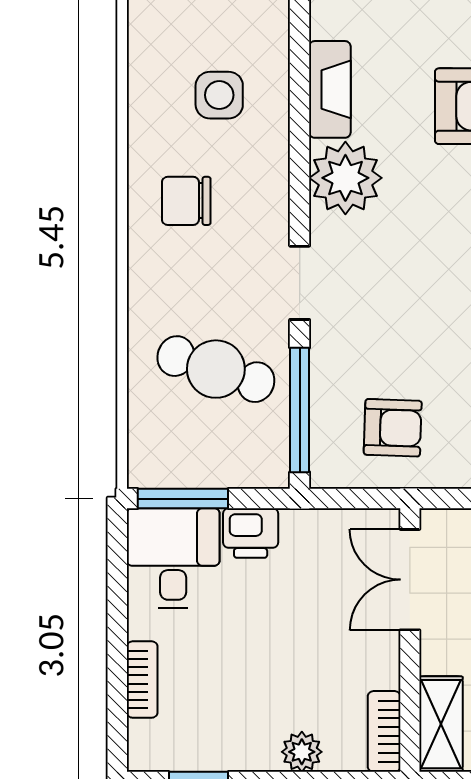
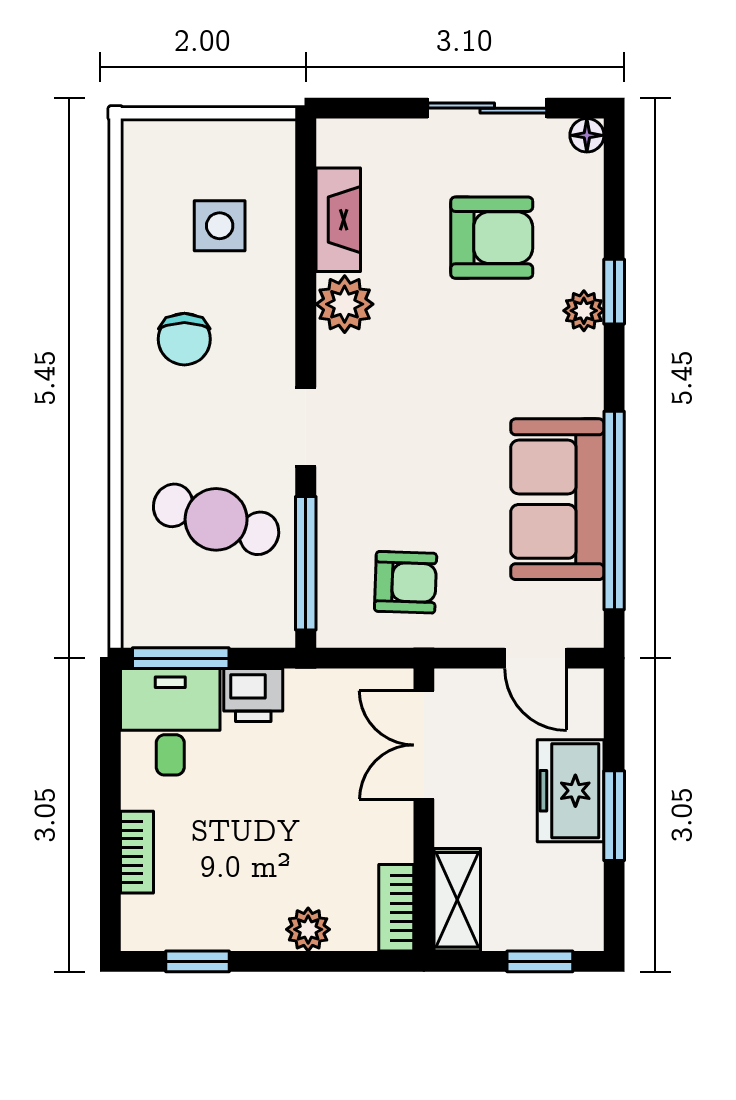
plant: (345, 178) -> (345, 304), width x0.73, depth x0.73
chair: (186, 201) -> (184, 339), turned -90

